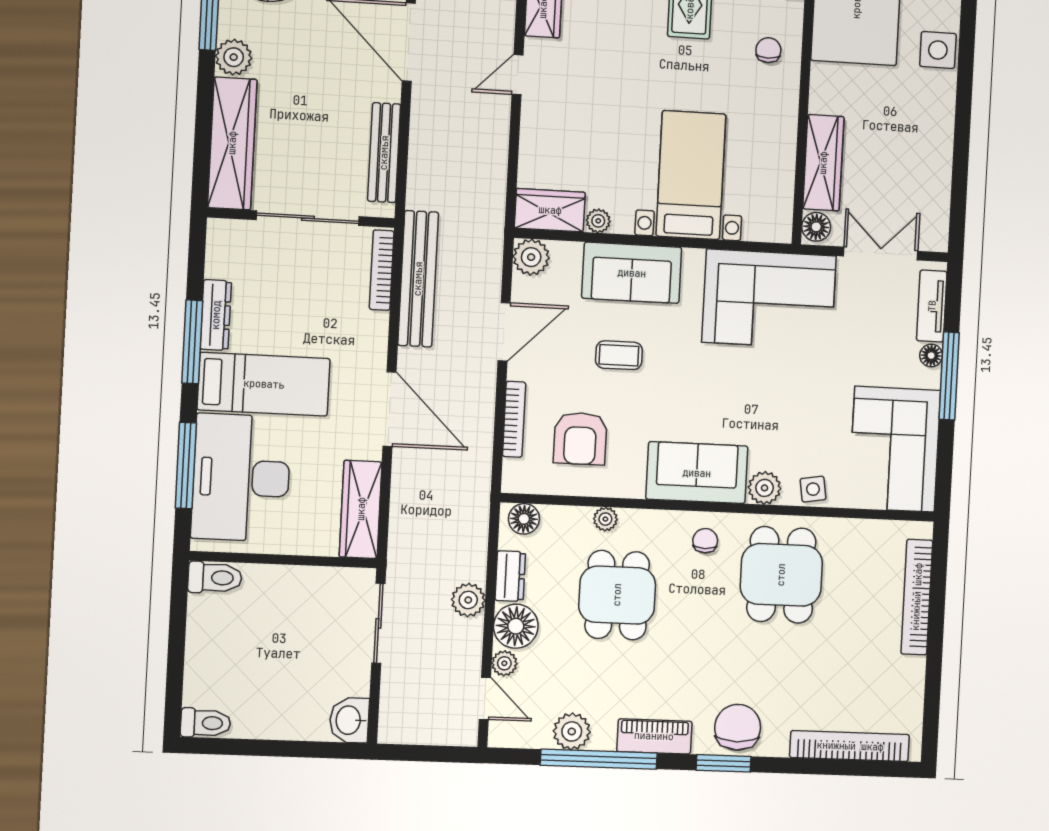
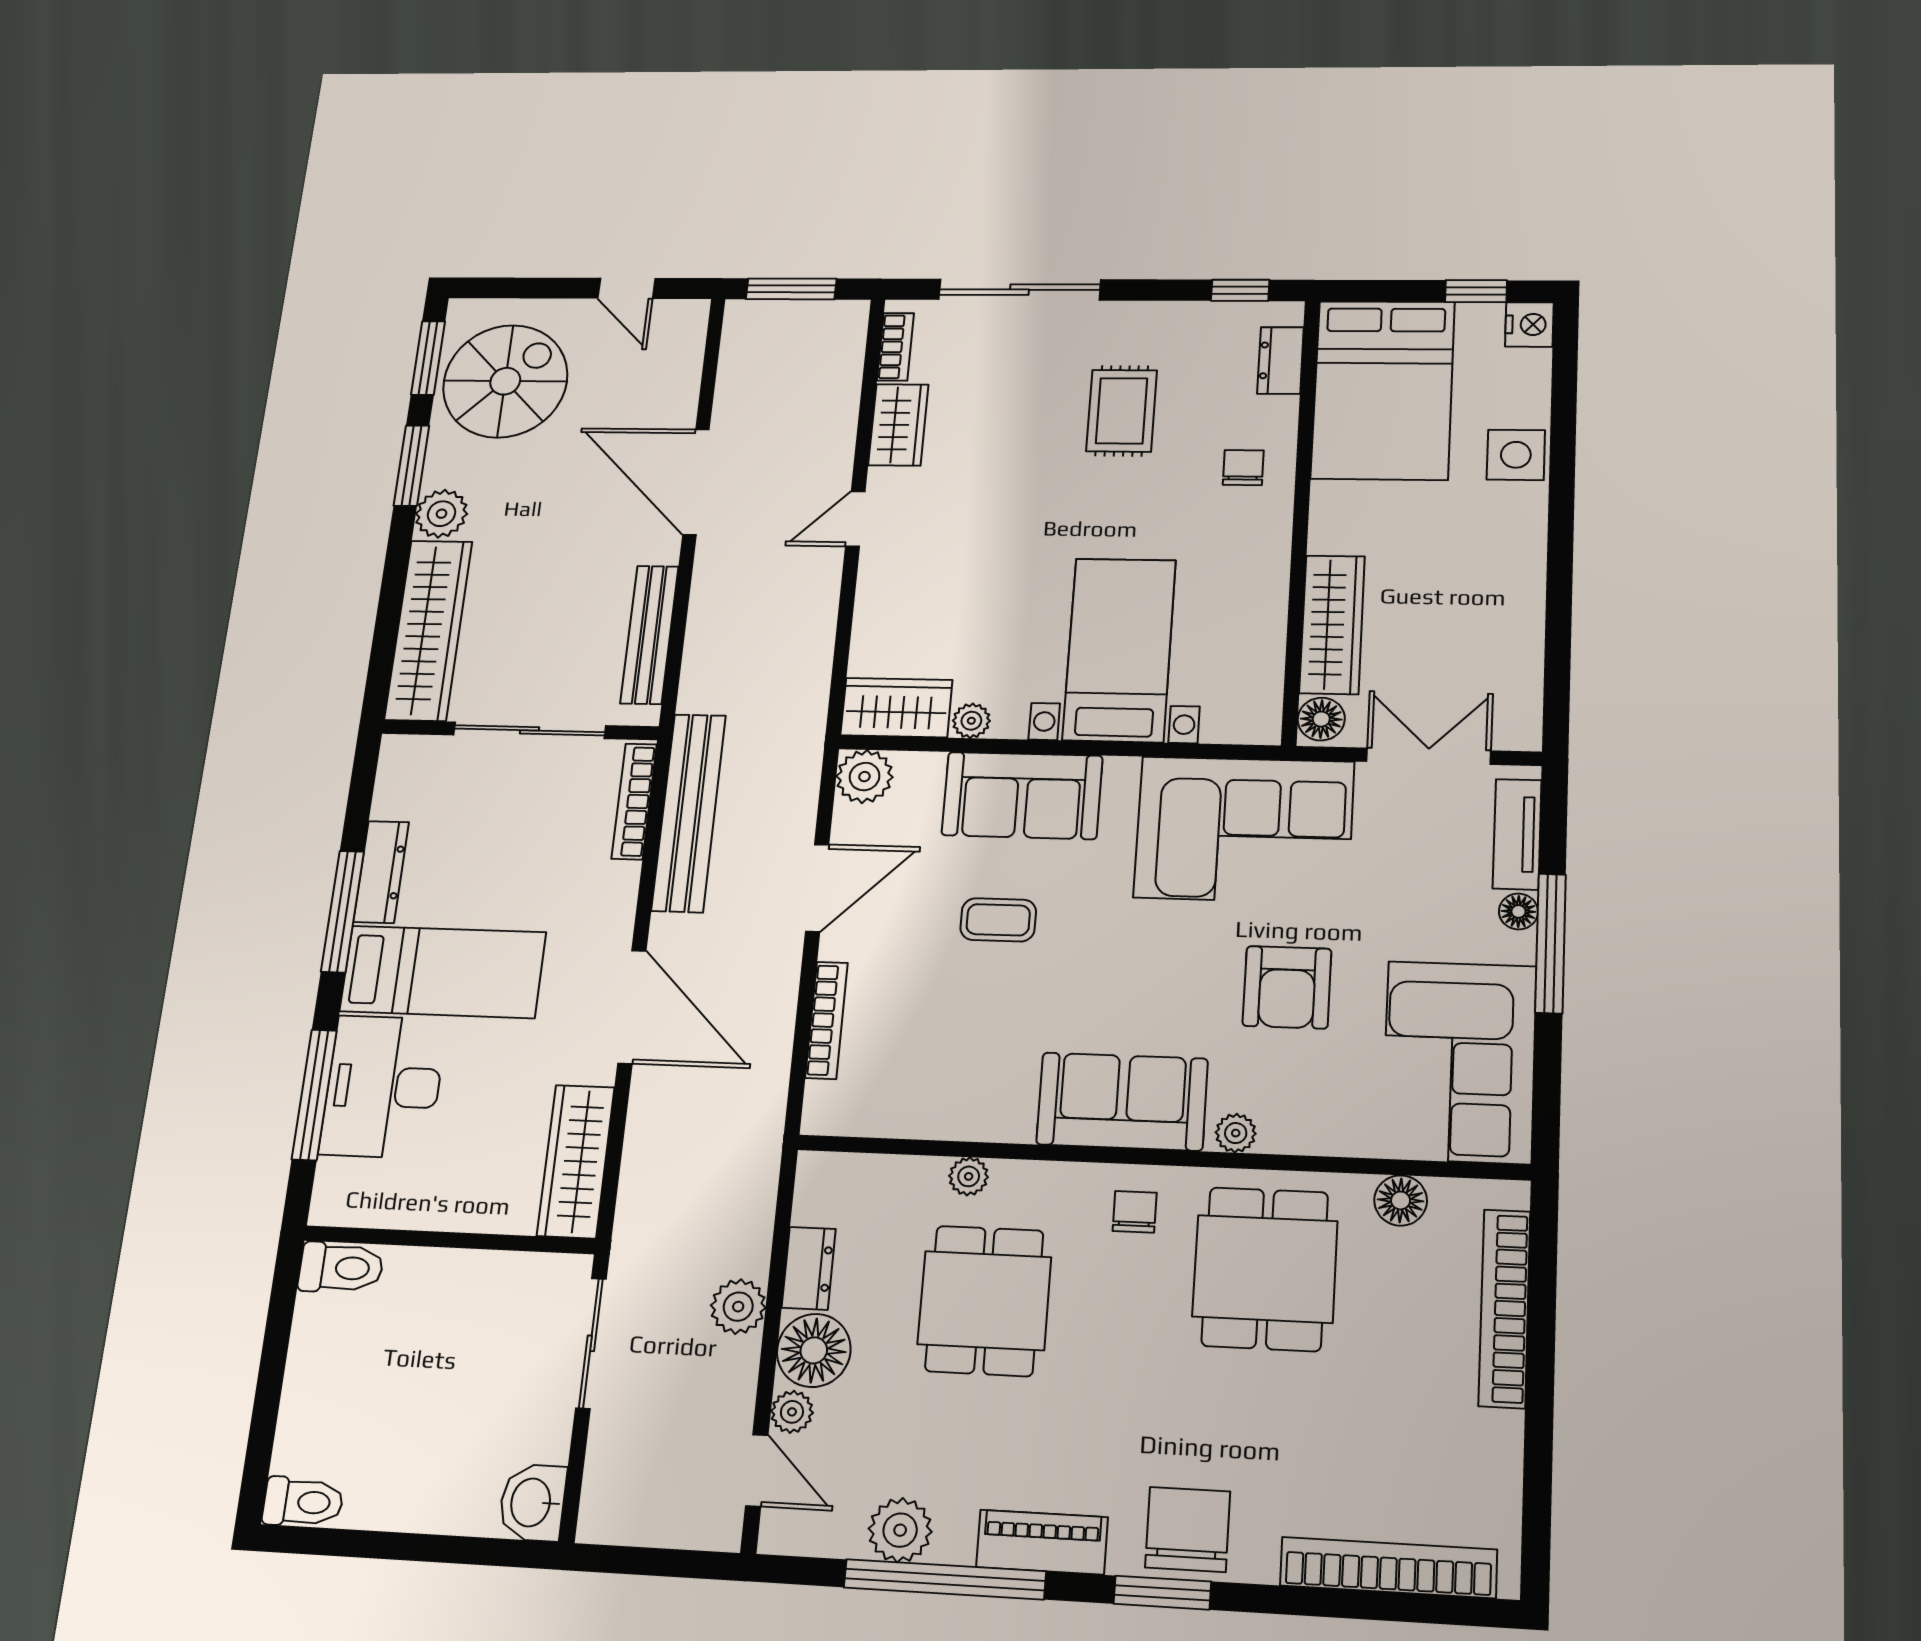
armchair: (580, 438) -> (1287, 987), moved
desk: (241, 478) -> (383, 1087), width x0.73, depth x0.77
plant: (765, 488) -> (1236, 1133), width x0.73, depth x0.73
side table: (813, 489) -> (1319, 1127), removed
floor lamp: (524, 519) -> (1401, 1200), moved

